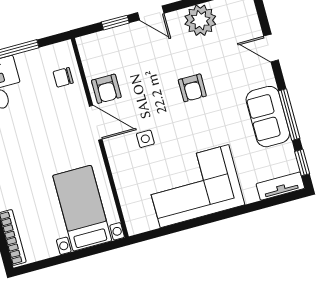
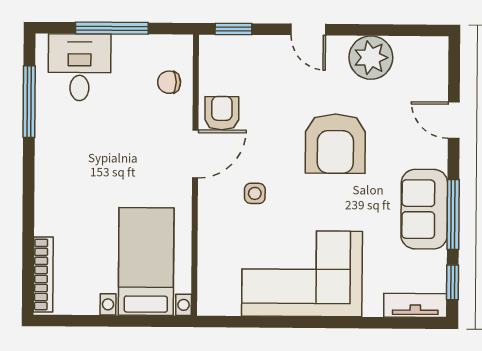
window: (115, 23) -> (233, 29), moved
armchair: (192, 88) -> (335, 144), width x1.88, depth x1.88
armchair: (106, 89) -> (222, 113), turned 180
door: (96, 123) -> (195, 154), hinge flipped

